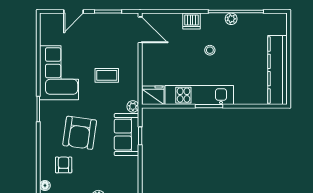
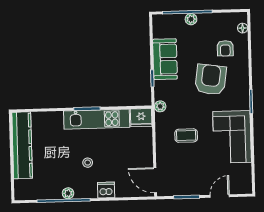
sofa: (127, 135) -> (165, 59), moved

